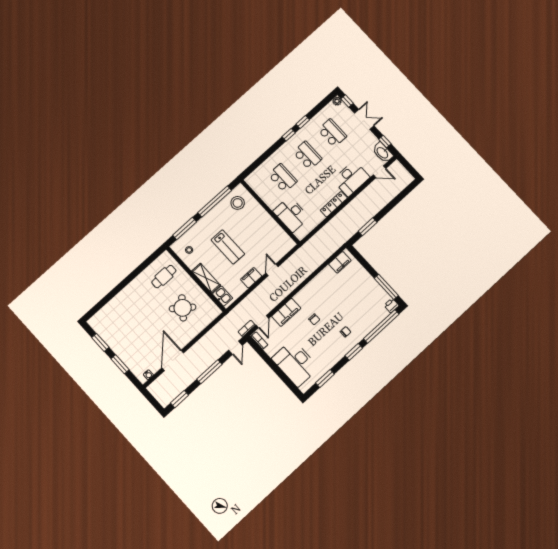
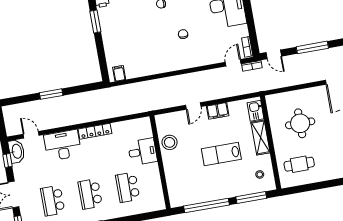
stool: (238, 203) -> (170, 142), moved
desk: (291, 214) -> (142, 152), width x0.73
window: (368, 227) -> (51, 94), moved
lab bench: (228, 247) -> (221, 154), turned -90
filing cabinet: (340, 262) -> (119, 73), width x0.50
window: (386, 287) -> (95, 21), width x0.69
round table: (183, 308) -> (300, 123), turned -38
filing cabinet: (286, 312) -> (205, 57), removed
door: (236, 348) -> (274, 54), swing flipped

